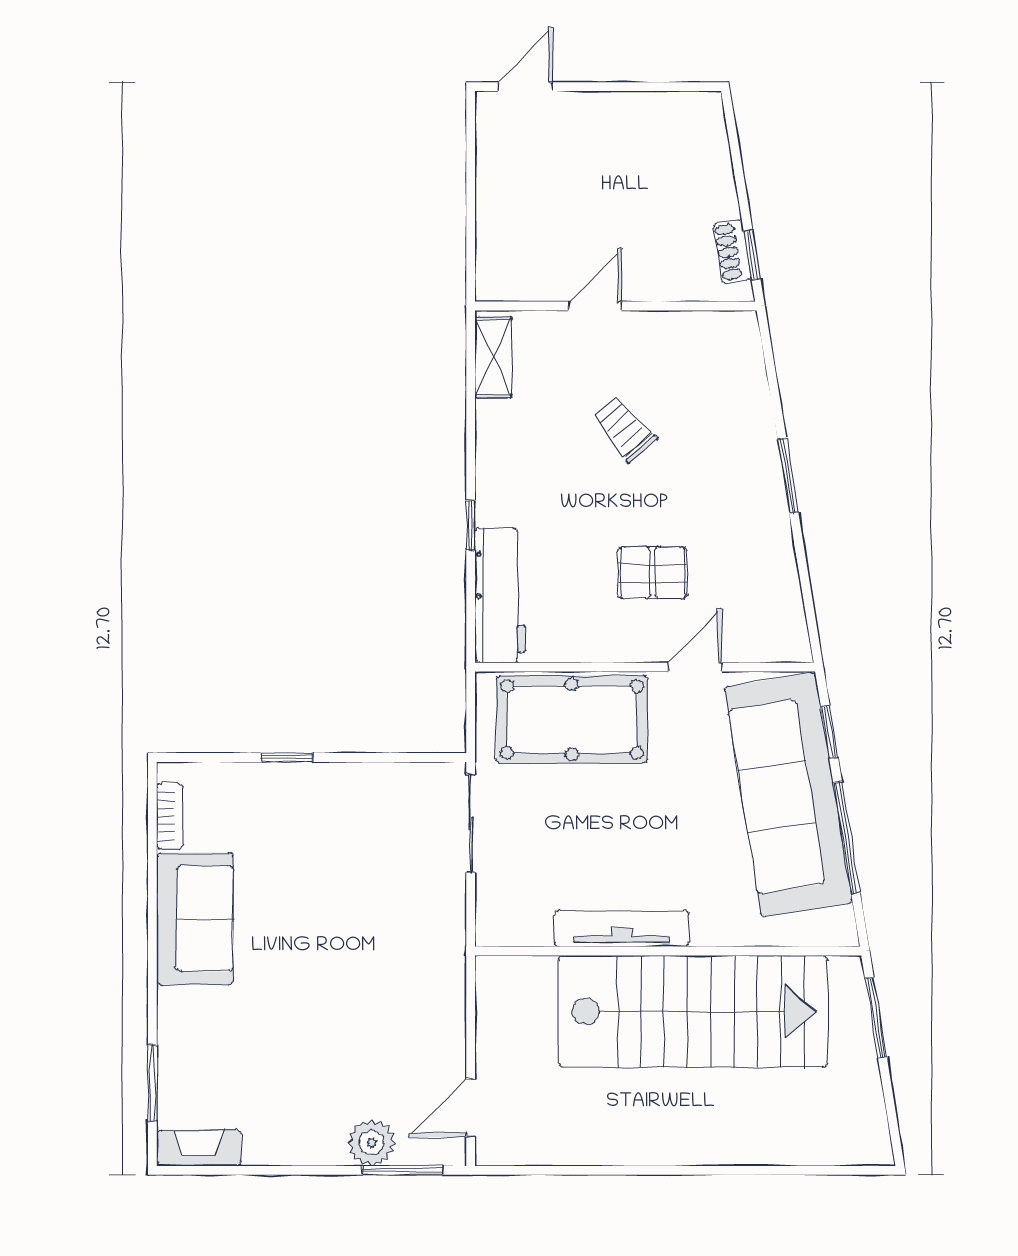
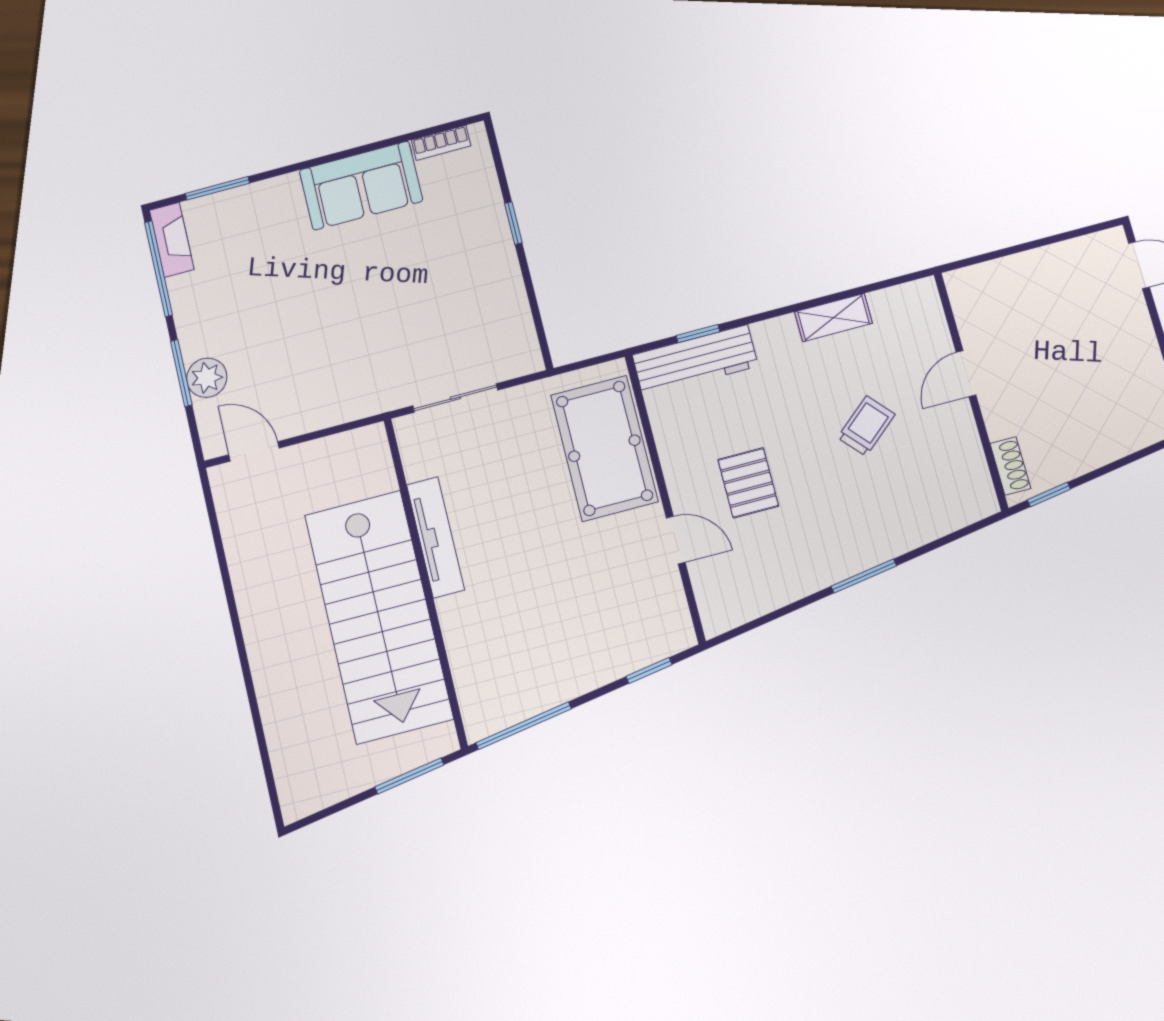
shoe rack: (732, 251) -> (1010, 466), moved, turned 99
door: (595, 306) -> (966, 374), swing flipped
shelving: (493, 357) -> (833, 318), moved
window: (471, 525) -> (698, 334), moved
sofa: (788, 795) -> (585, 649), removed
sliding door: (471, 824) -> (455, 398), moved
window: (847, 838) -> (524, 726), moved
window: (229, 1170) -> (158, 269), added
window: (402, 1170) -> (181, 373), moved

